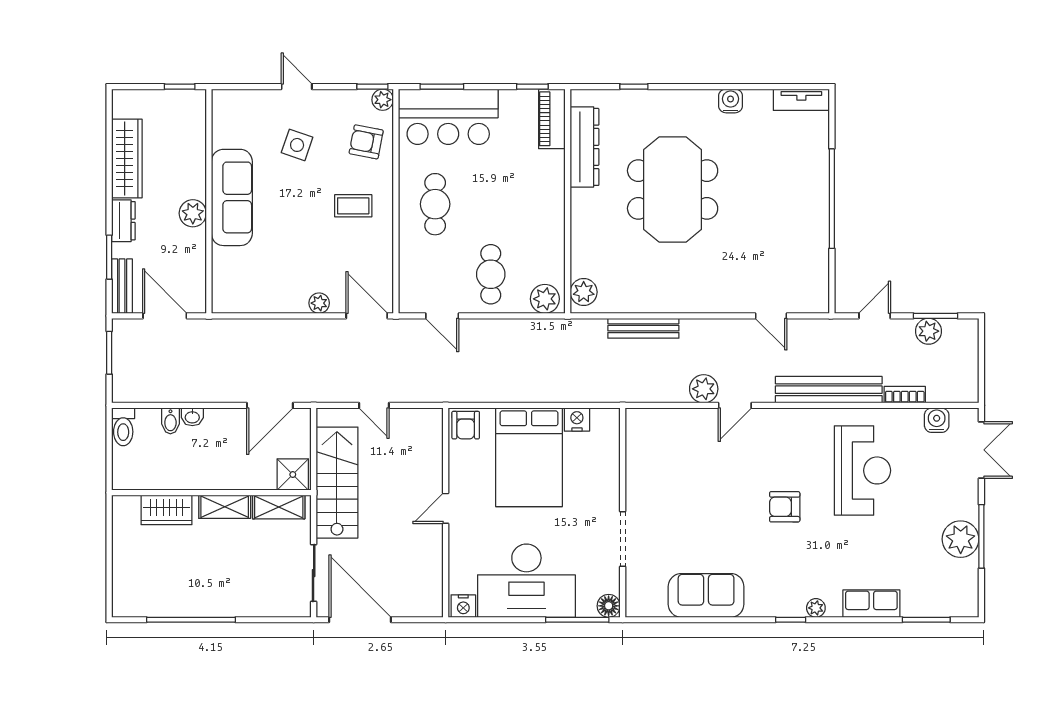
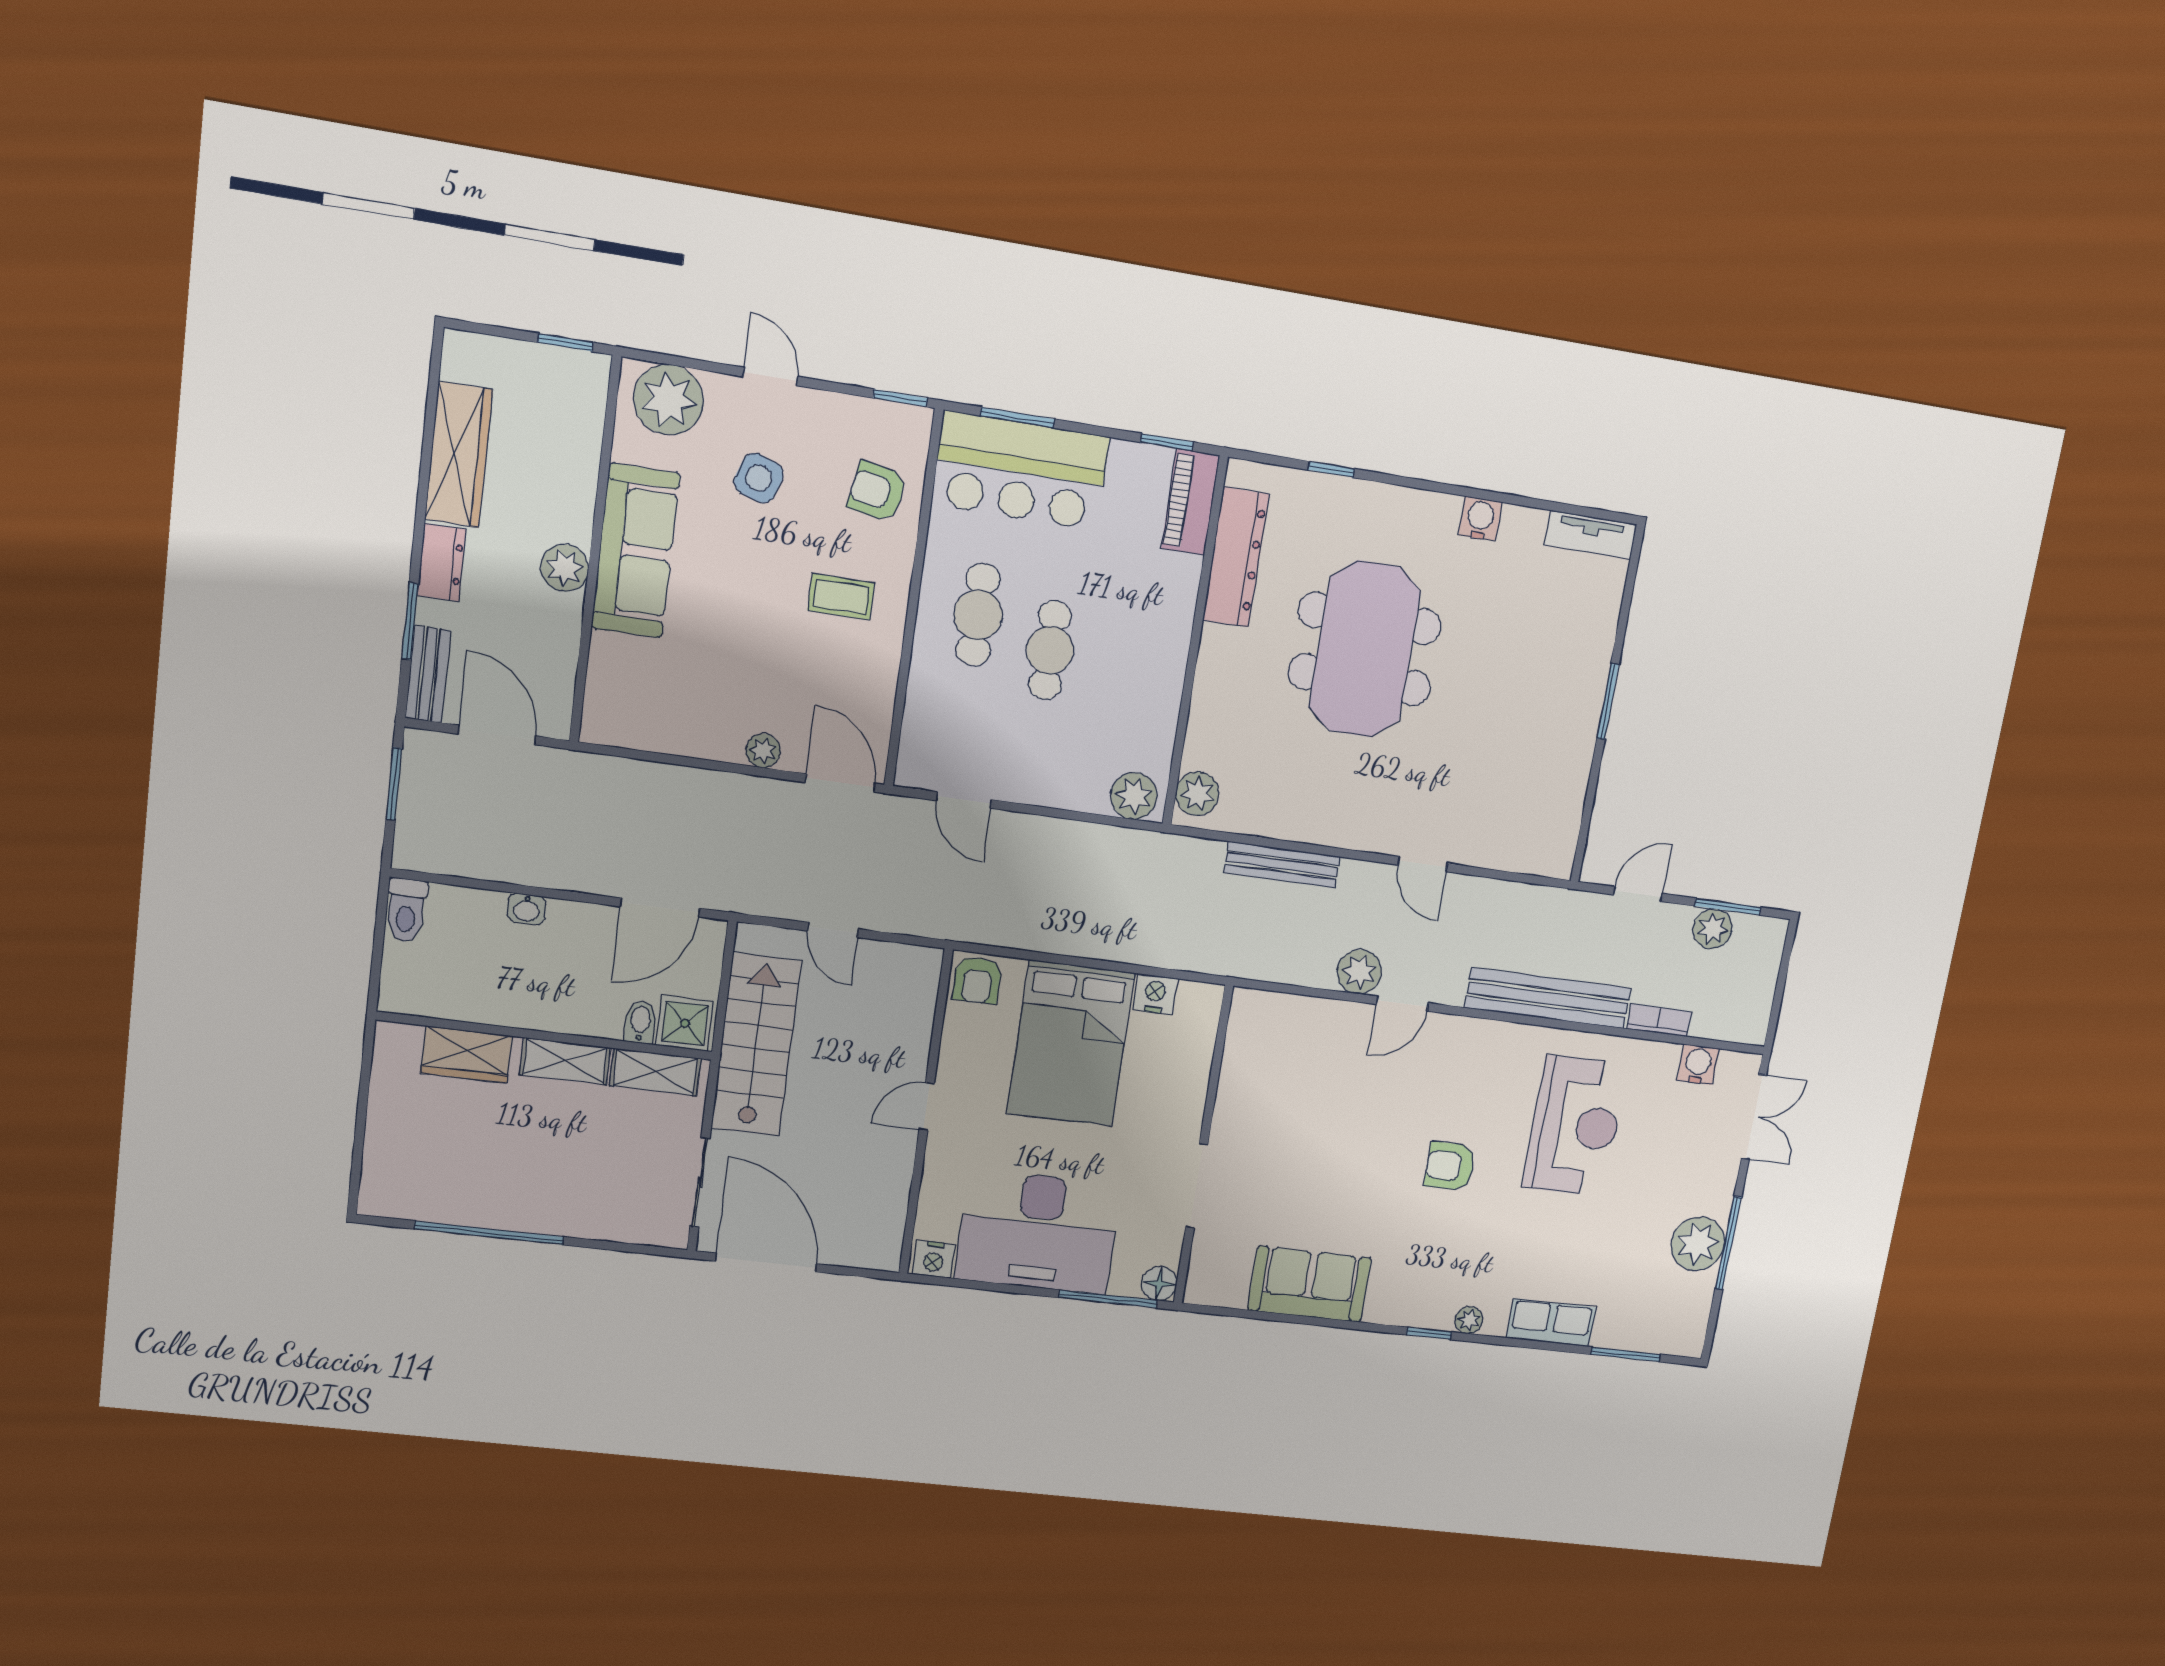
plant: (383, 100) -> (669, 400), moved, width x1.88, depth x1.88
window: (832, 199) -> (1608, 701), width x0.47
cafe table: (491, 274) -> (1050, 650), moved
door: (771, 316) -> (1423, 864), moved
bidet: (170, 421) -> (640, 1022), moved, turned 180

